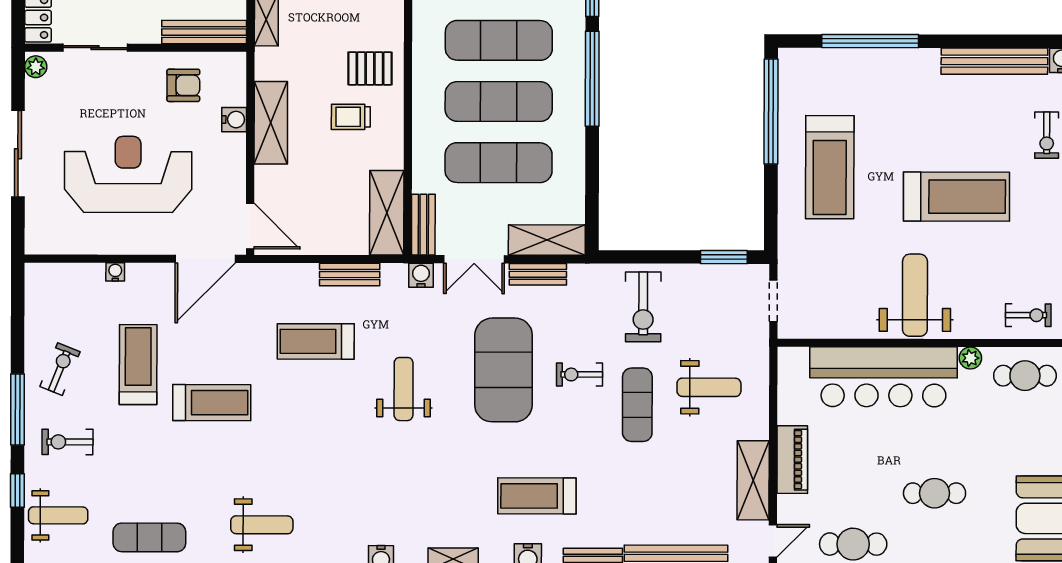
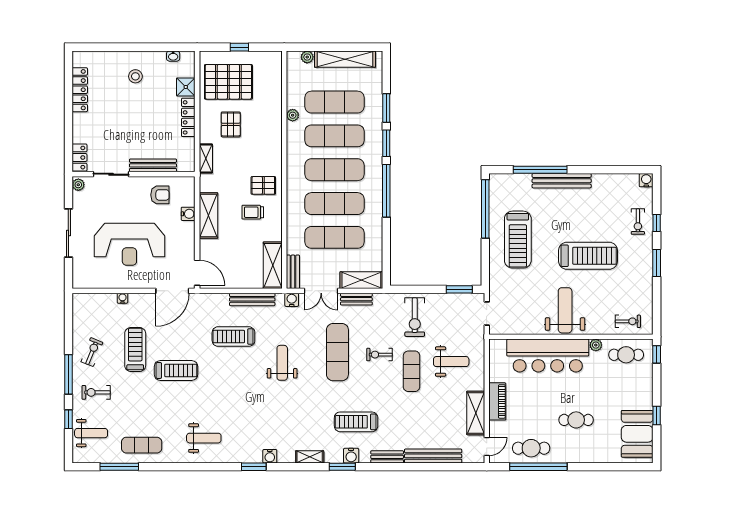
bench: (204, 32) -> (153, 165), moved
bench: (994, 61) -> (562, 181), moved
reception desk: (128, 174) -> (129, 244), turned 180
bench: (350, 275) -> (252, 299), width x1.36
exercise mat: (504, 370) -> (337, 352), width x0.68

